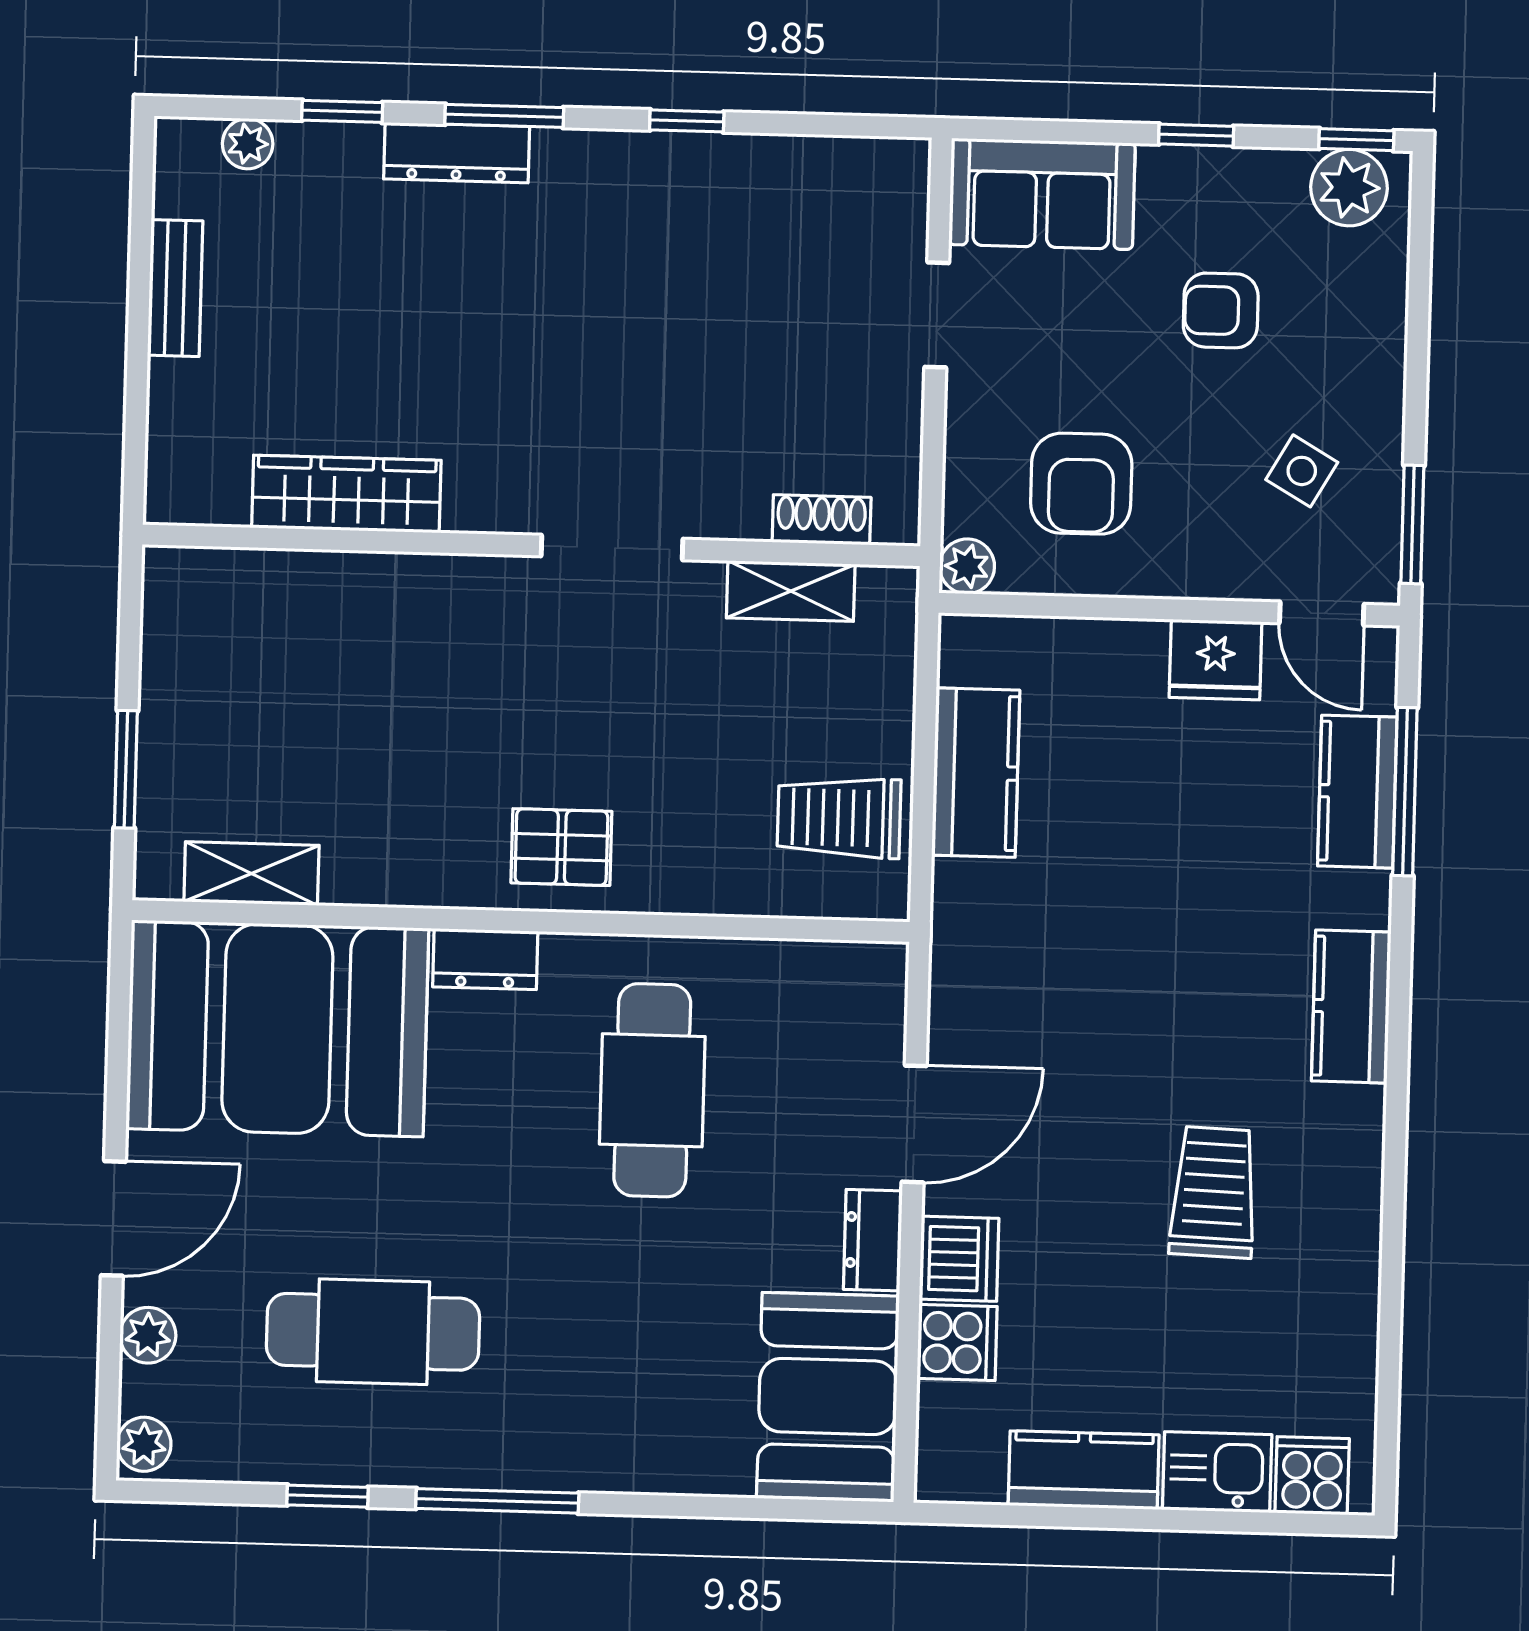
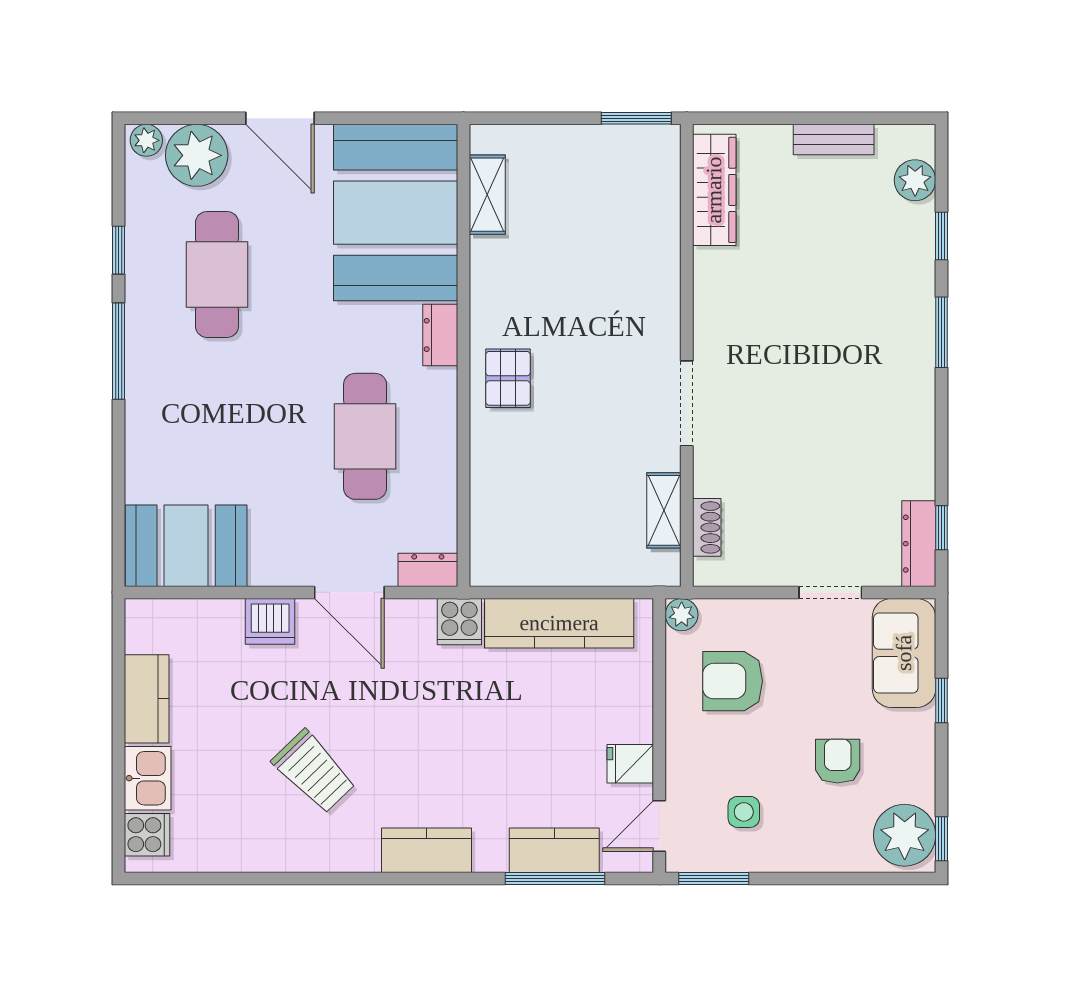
window: (687, 121) -> (941, 528), moved
window: (1196, 135) -> (941, 701), moved
plant: (248, 144) -> (915, 180), width x1.38, depth x1.38
dresser: (457, 153) -> (919, 544), moved
plant: (1349, 188) -> (905, 835), width x1.36, depth x1.36
side table: (1302, 471) -> (744, 812), turned -30
wardrobe: (346, 494) -> (714, 190), moved
fridge: (1216, 660) -> (630, 764), width x0.72
window: (126, 769) -> (636, 118), moved
kitchen counter: (976, 773) -> (559, 623), width x1.50
trolley: (839, 818) -> (530, 543), removed
cafe table: (652, 1090) -> (365, 436), turned 90
trolley: (1214, 1192) -> (314, 772), turned 44
dresser: (873, 1240) -> (428, 570), moved
plant: (148, 1335) -> (197, 155), width x1.87, depth x1.87
cooker: (957, 1343) -> (459, 622), moved

